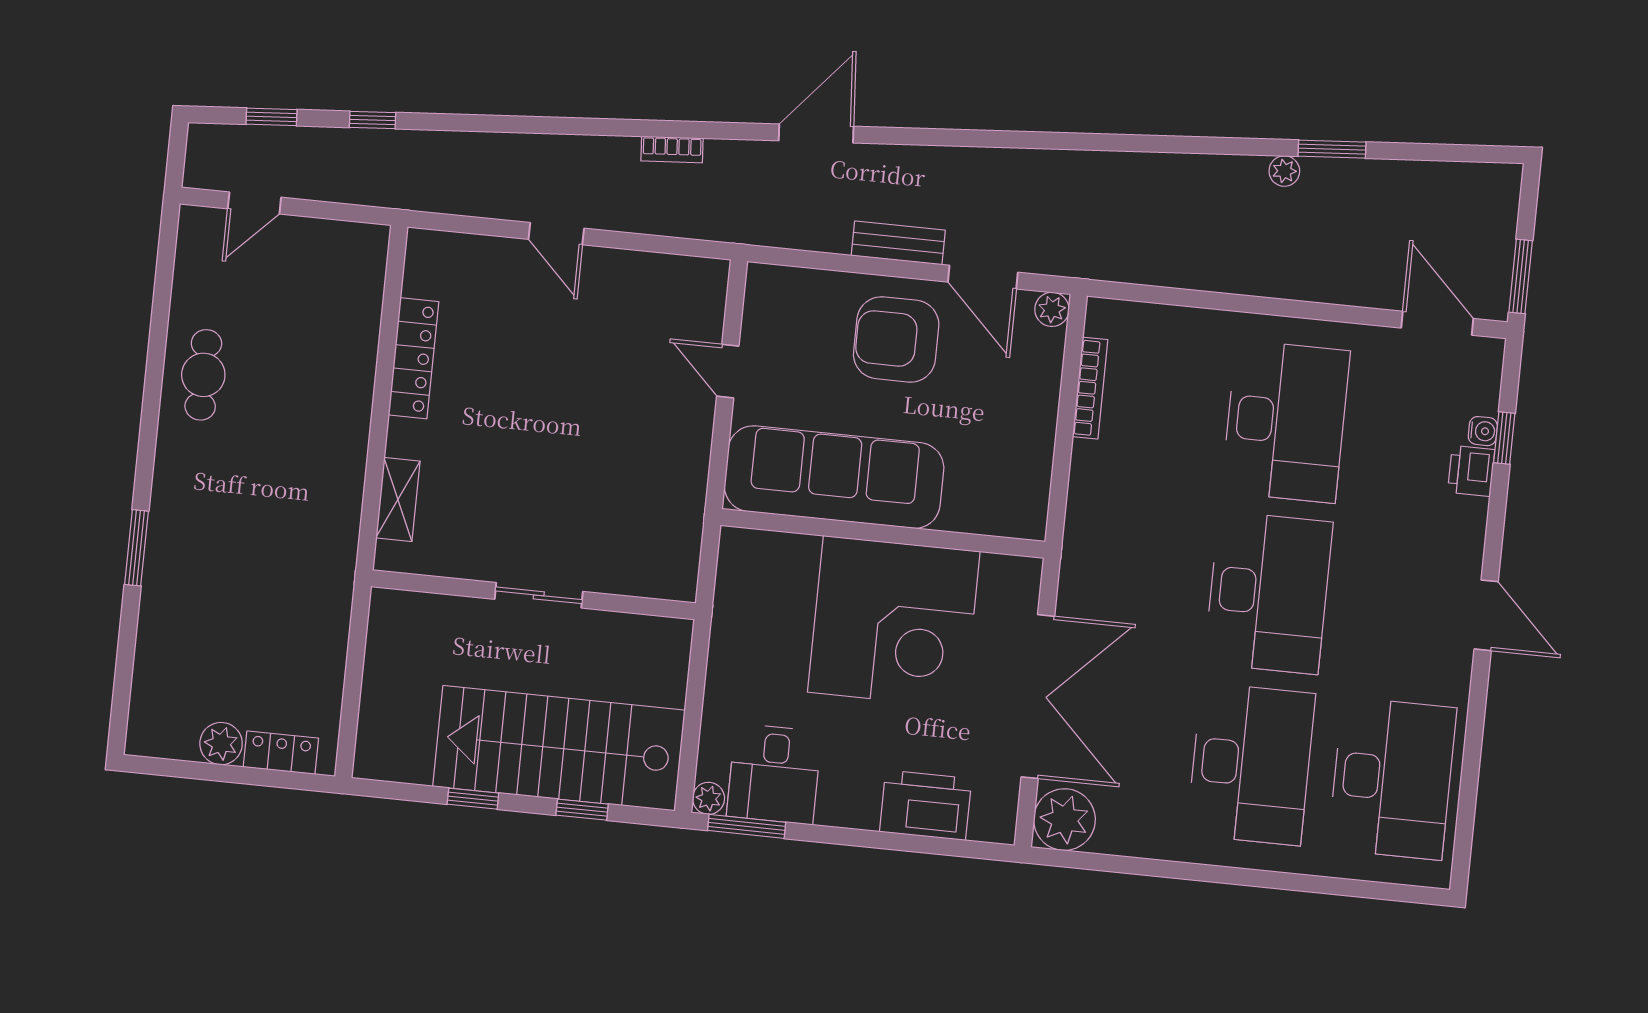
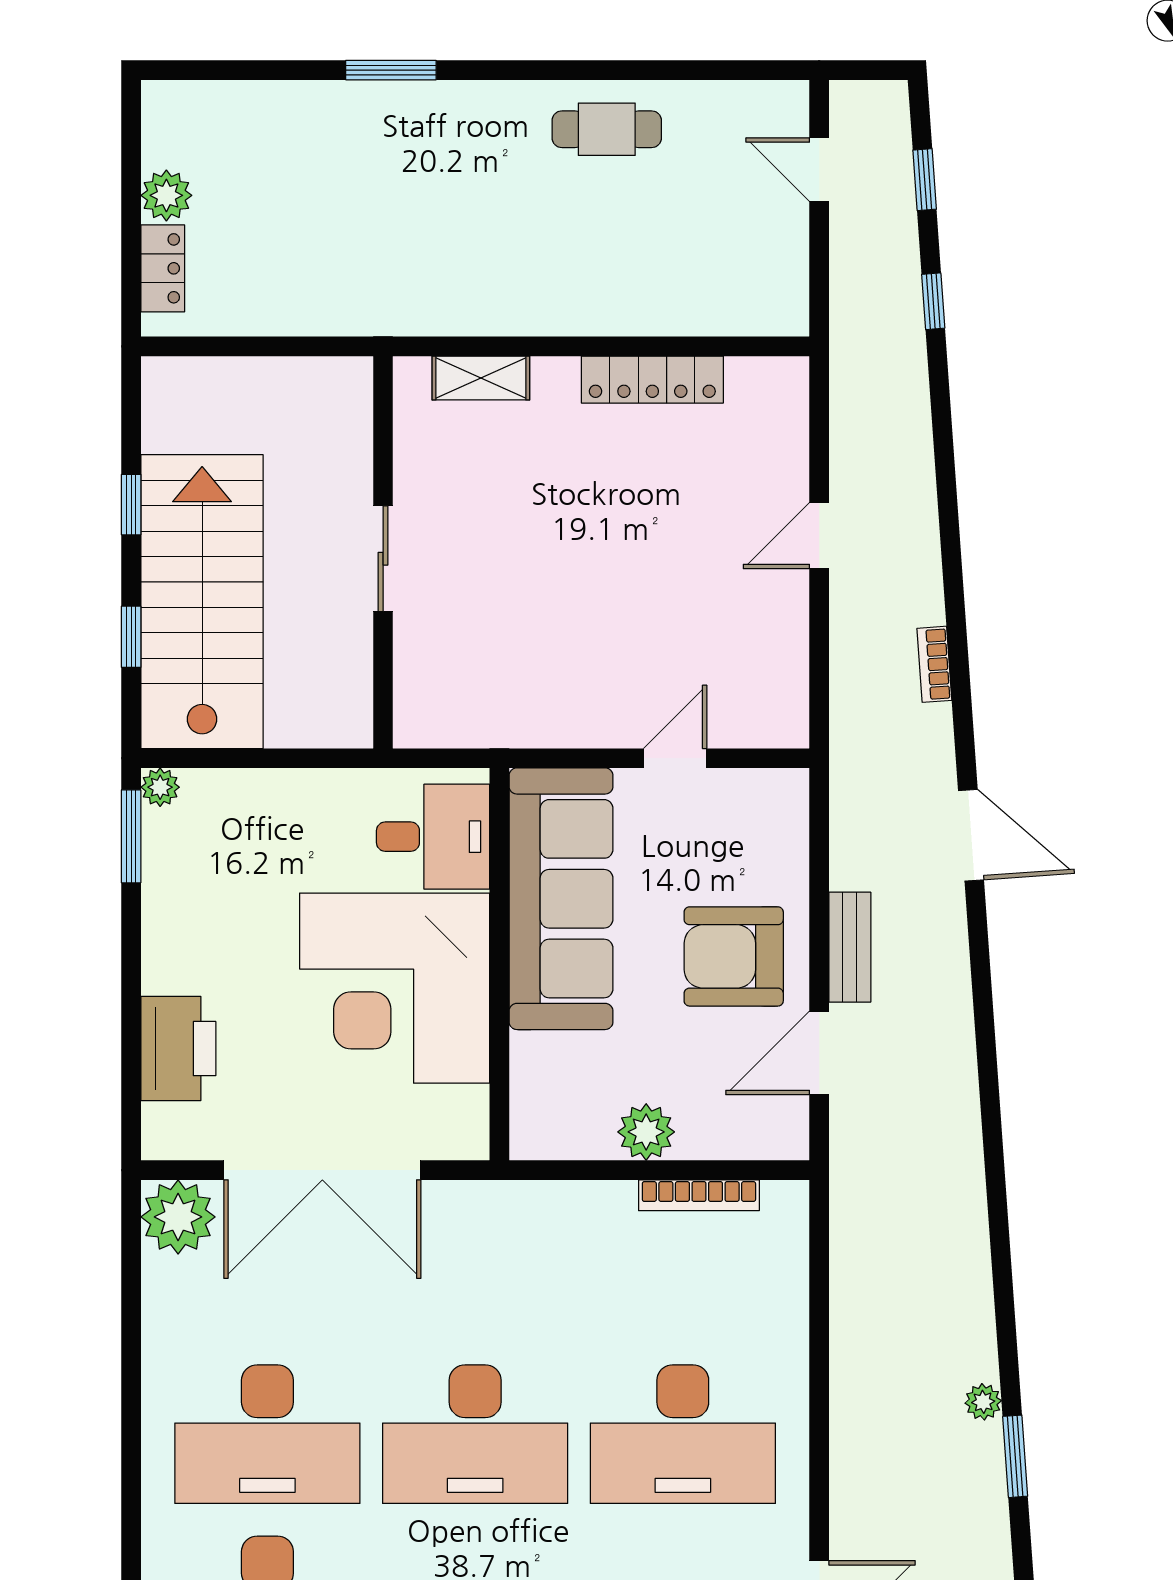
plant: (1052, 309) -> (646, 1132), moved, width x1.38, depth x1.38
armchair: (896, 339) -> (734, 956), turned -90
desk: (774, 774) -> (433, 837), moved, turned 180

